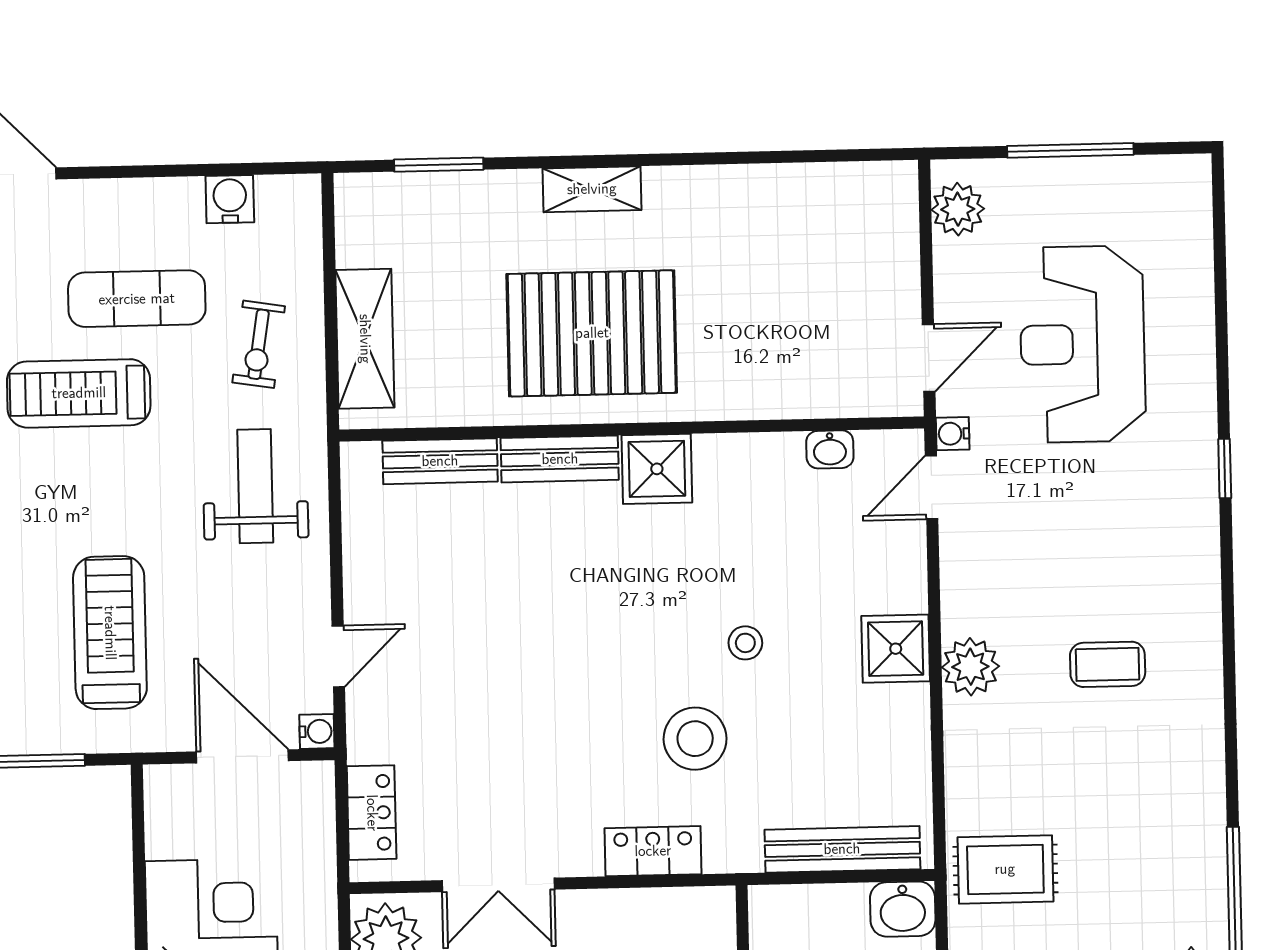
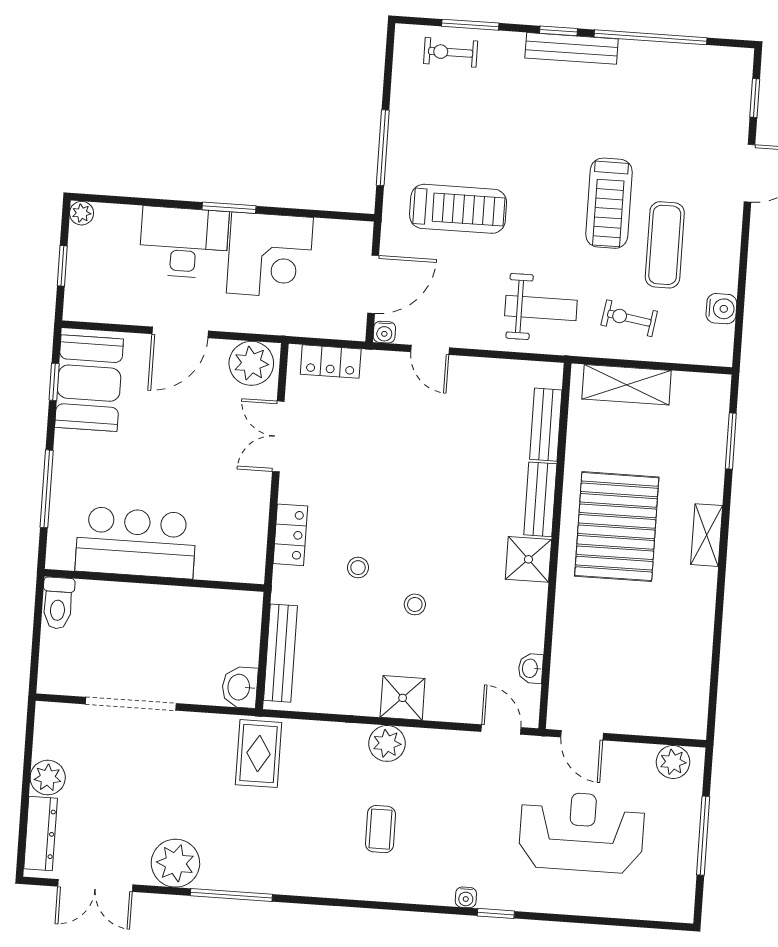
treadmill: (79, 393) -> (609, 203), turned 180
water cooler: (953, 434) -> (466, 897), moved, turned 180
stool: (695, 739) -> (358, 568), width x0.53, depth x0.53

